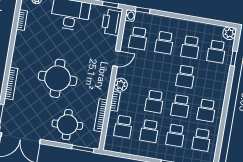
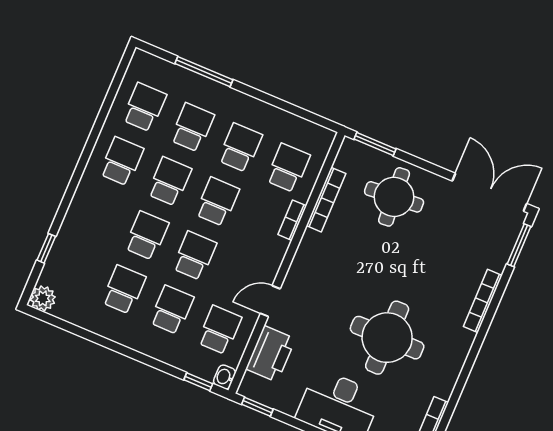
printer: (112, 22) -> (271, 354), moved
school desk: (216, 51) -> (194, 256), moved
round table: (58, 78) -> (387, 338), moved
plant: (121, 85) -> (274, 249), removed

